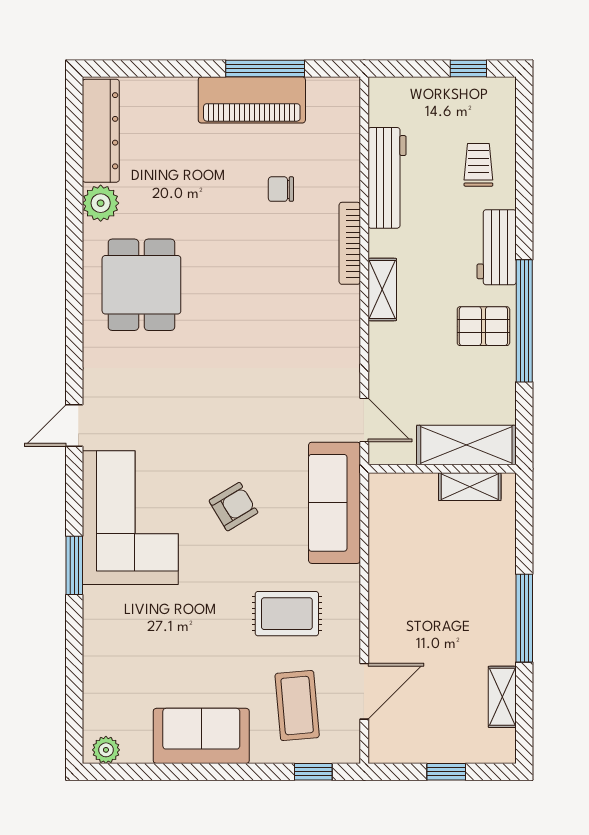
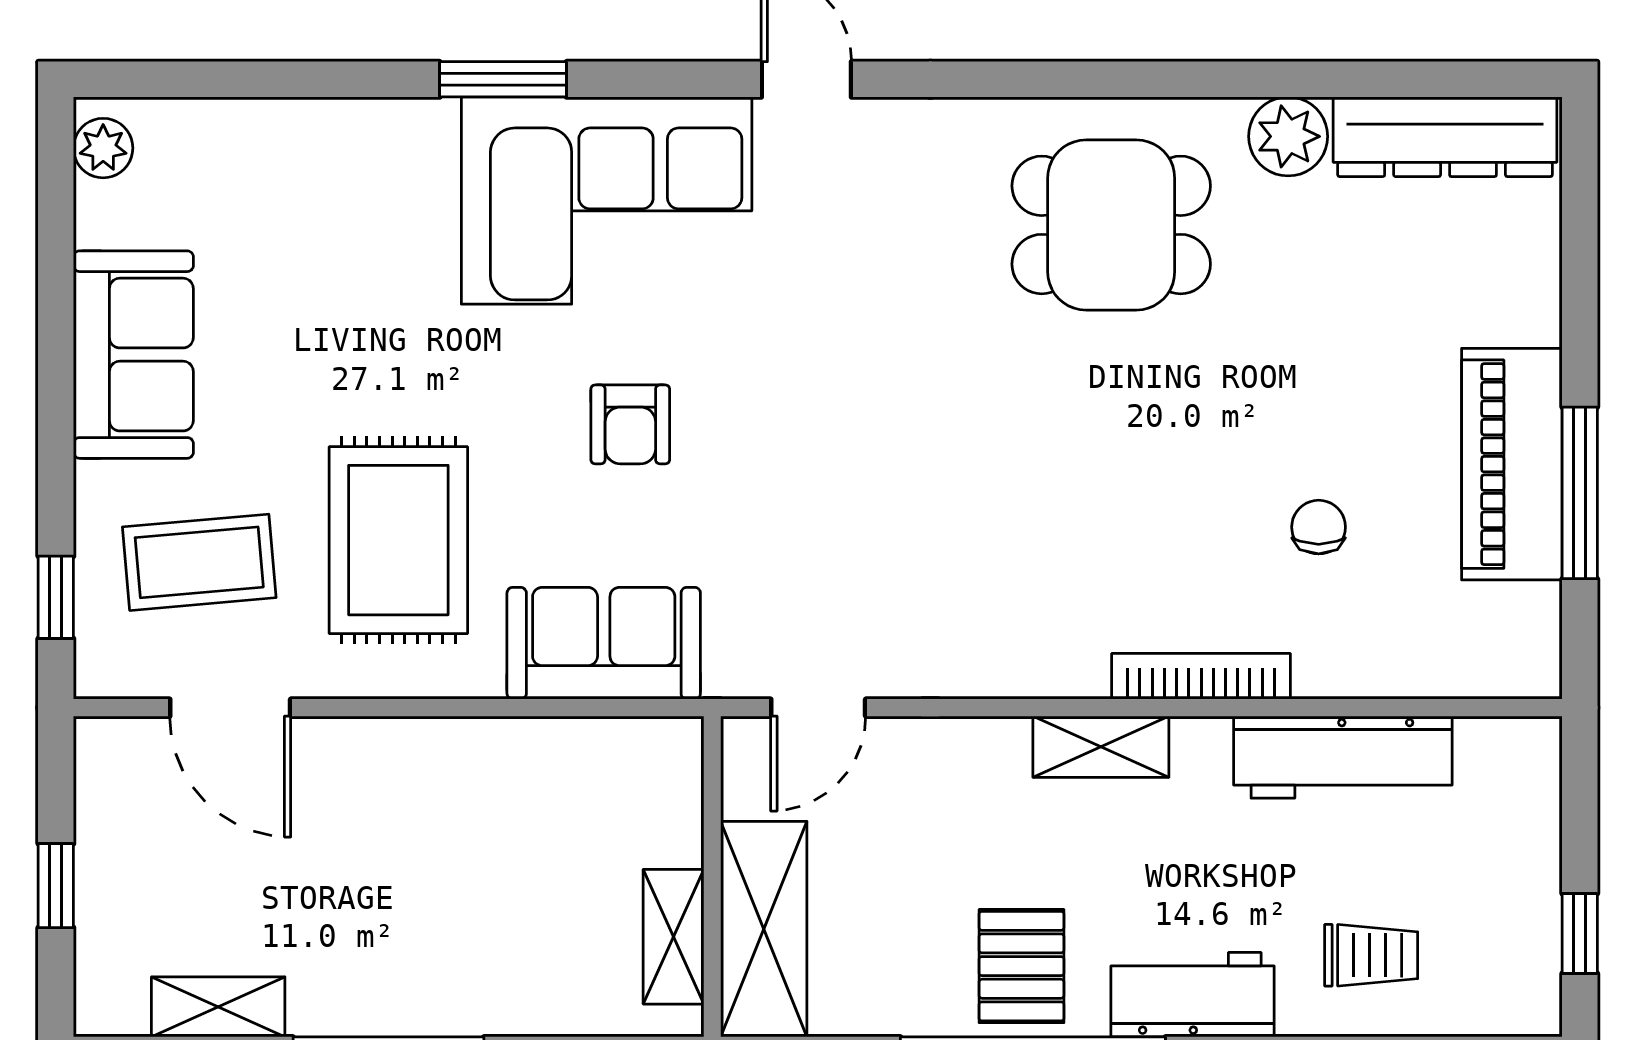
sofa: (334, 503) -> (604, 643), width x0.73
armchair: (233, 507) -> (630, 424), turned 31
rug: (287, 614) -> (398, 540), width x1.36, depth x1.43

